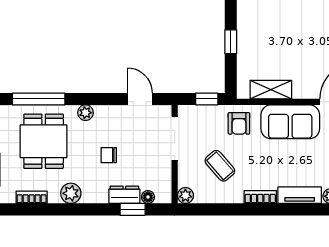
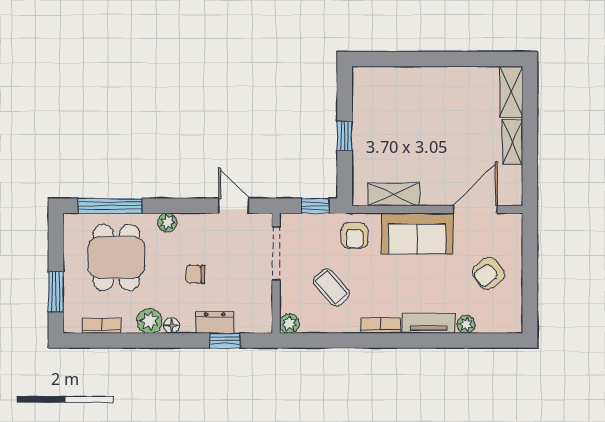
floor lamp: (148, 197) -> (172, 325), moved

